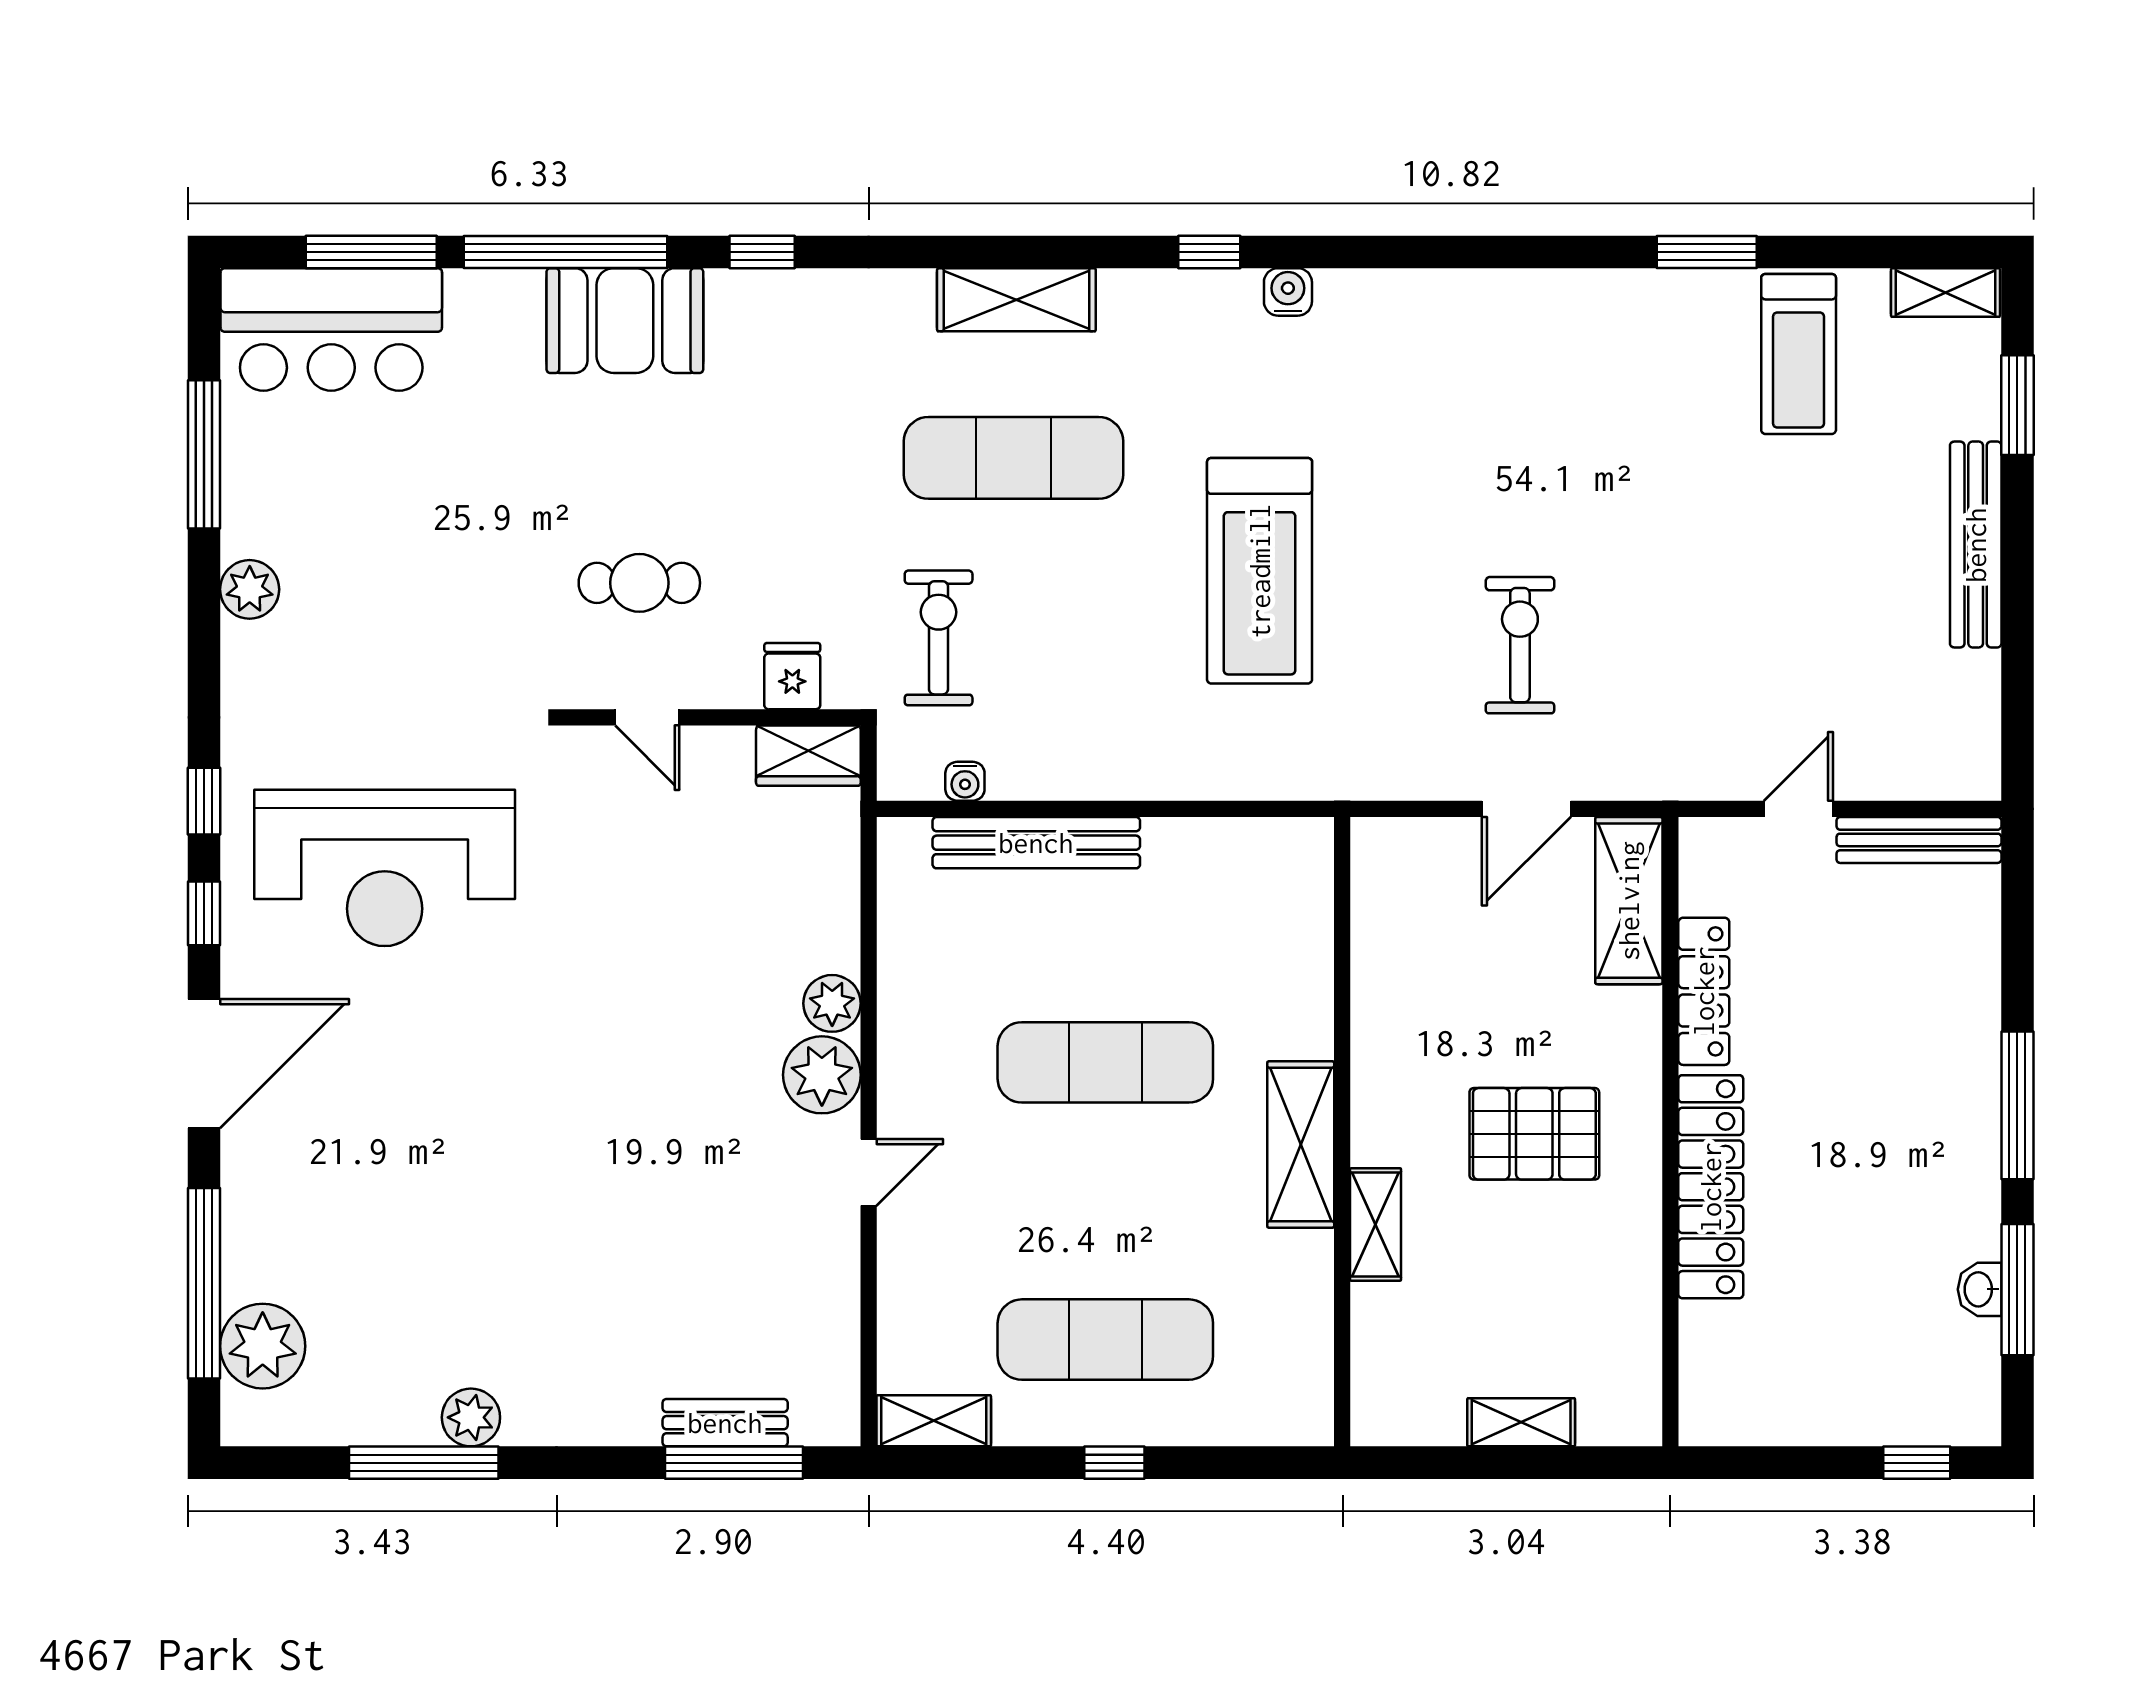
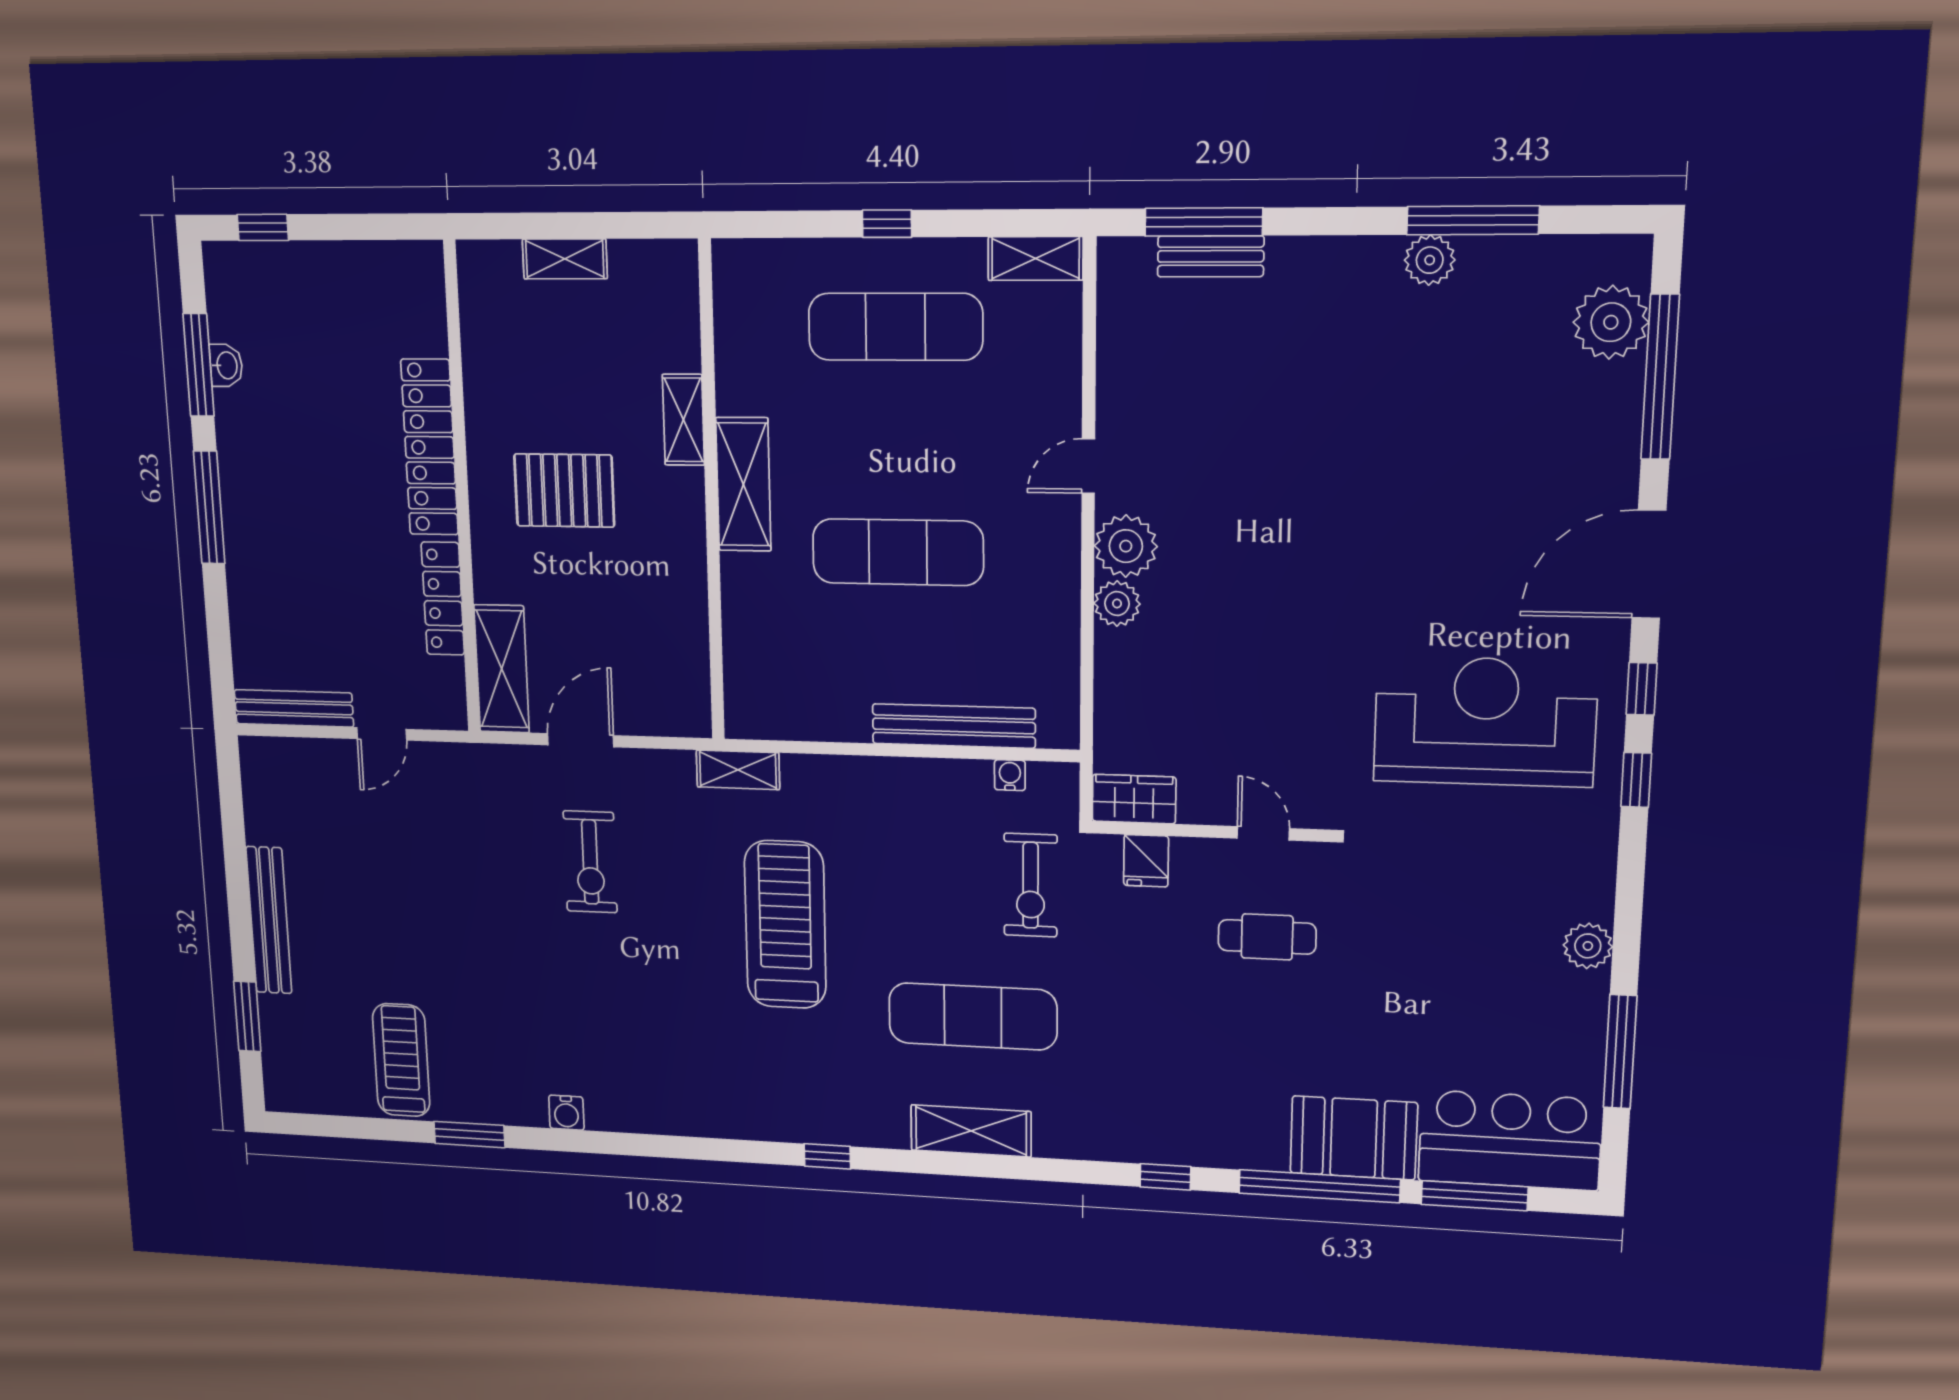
water cooler: (1288, 292) -> (566, 1113), moved
shelving: (1945, 292) -> (738, 770), moved
booth: (625, 321) -> (1354, 1138), moved

